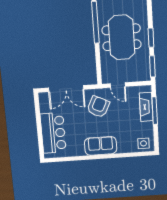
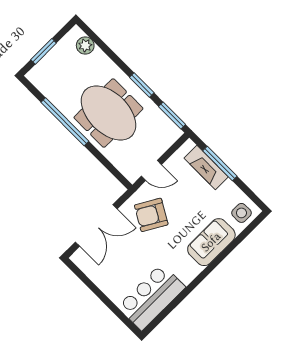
armchair: (98, 107) -> (151, 215), turned -86
bar counter: (53, 133) -> (152, 297), moved, turned -90
sofa: (101, 146) -> (211, 242), moved

